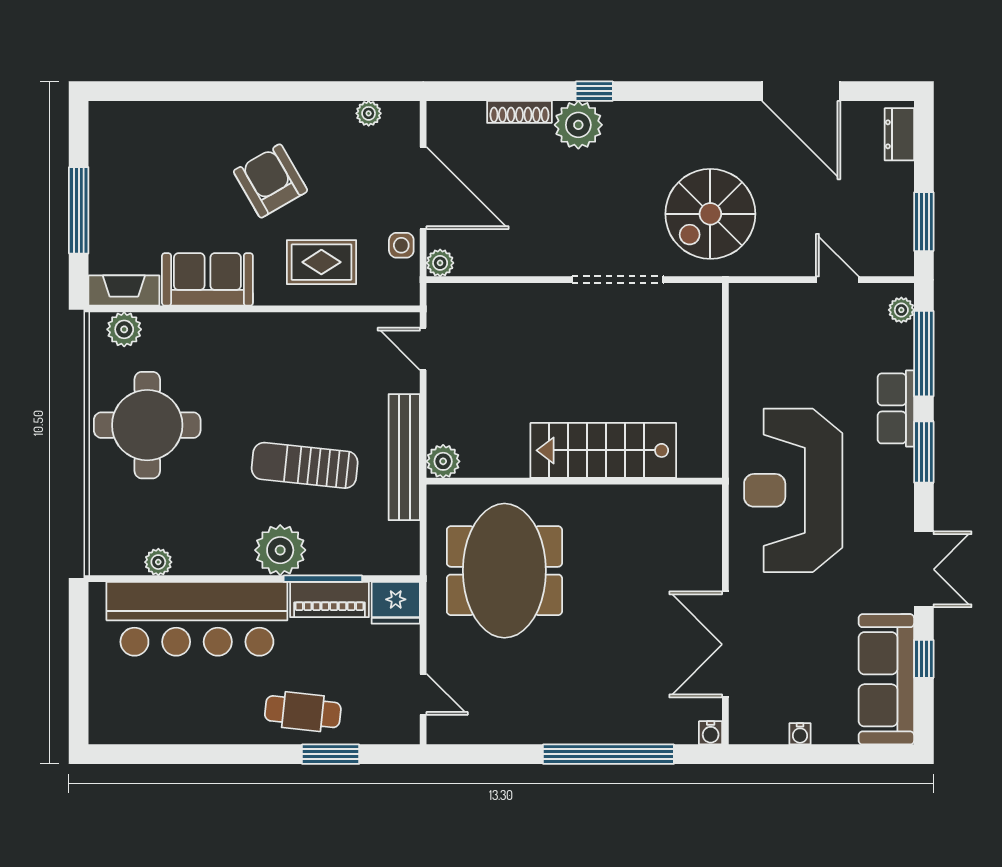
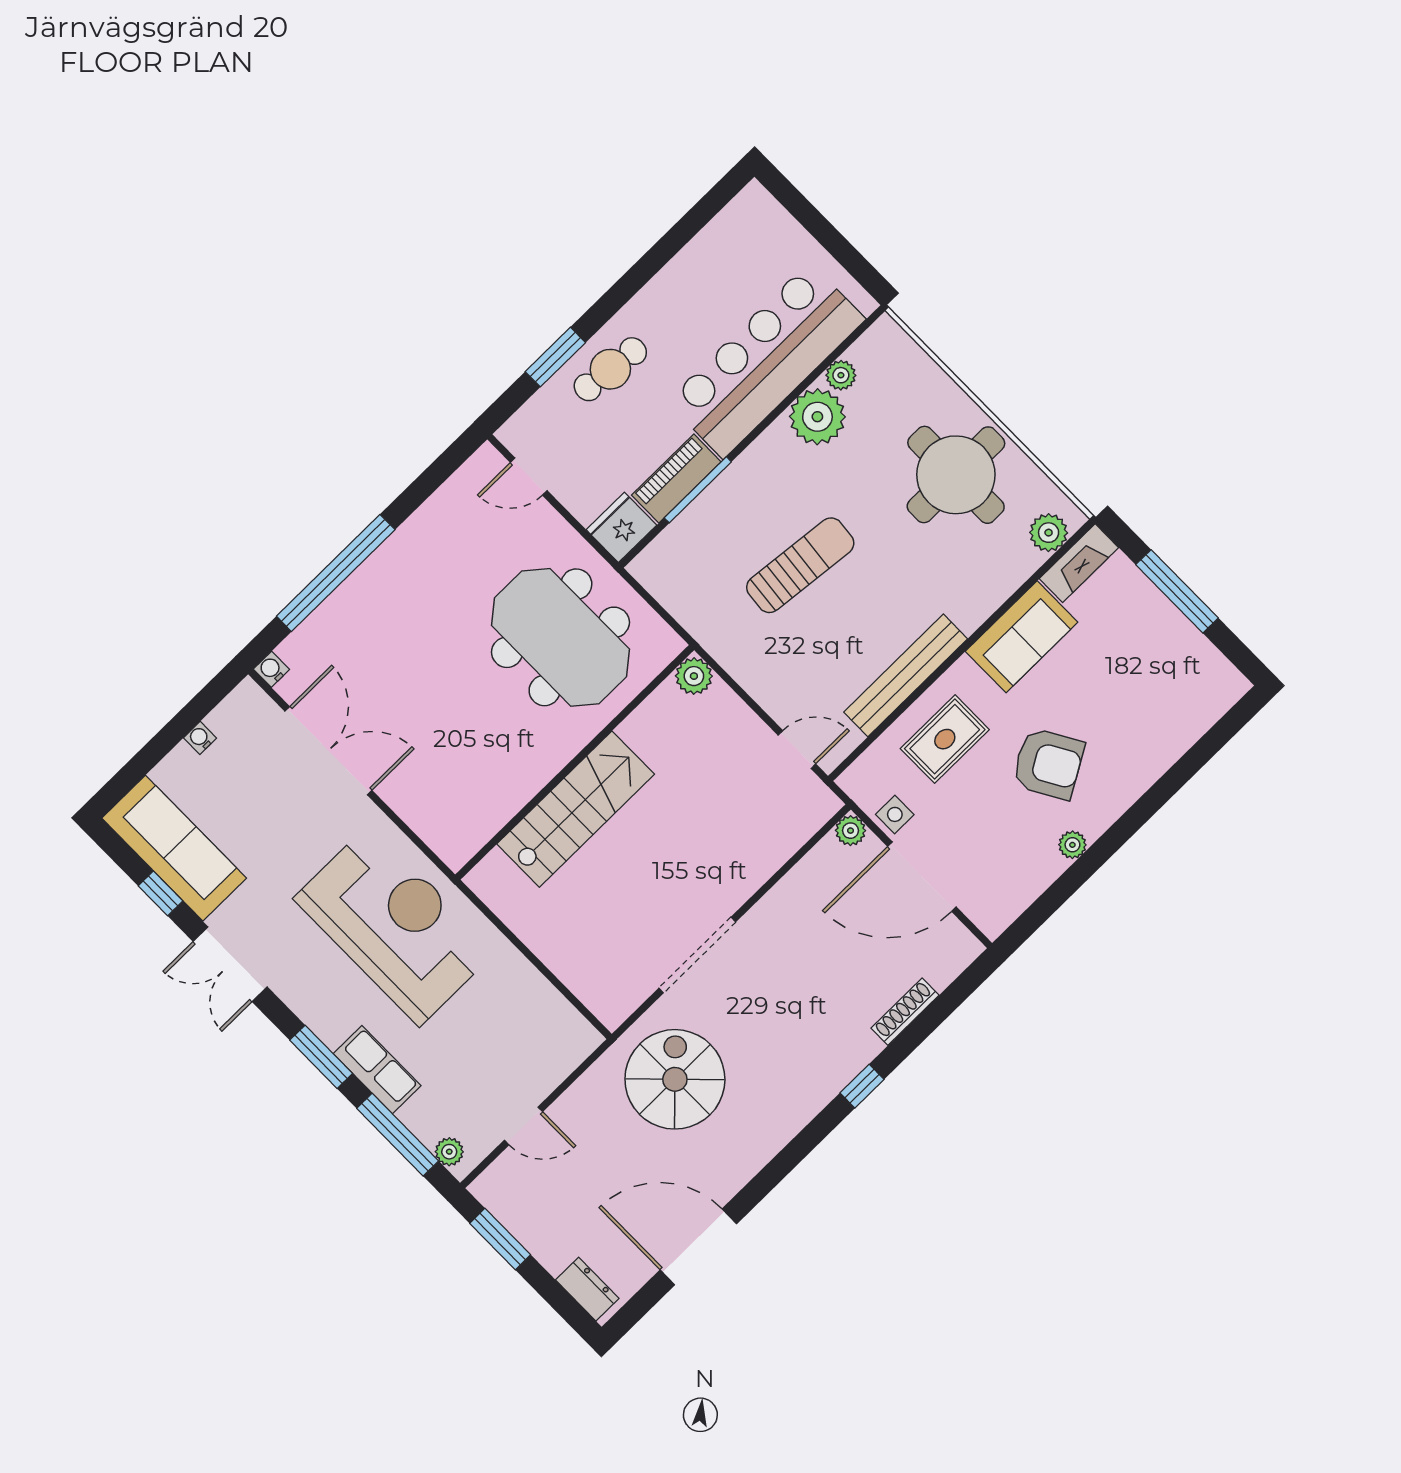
plant: (369, 113) -> (1072, 845), moved
plant: (578, 125) -> (848, 1047), removed
bench: (404, 457) -> (906, 675), moved, turned 90
plant: (280, 550) -> (817, 417), moved

